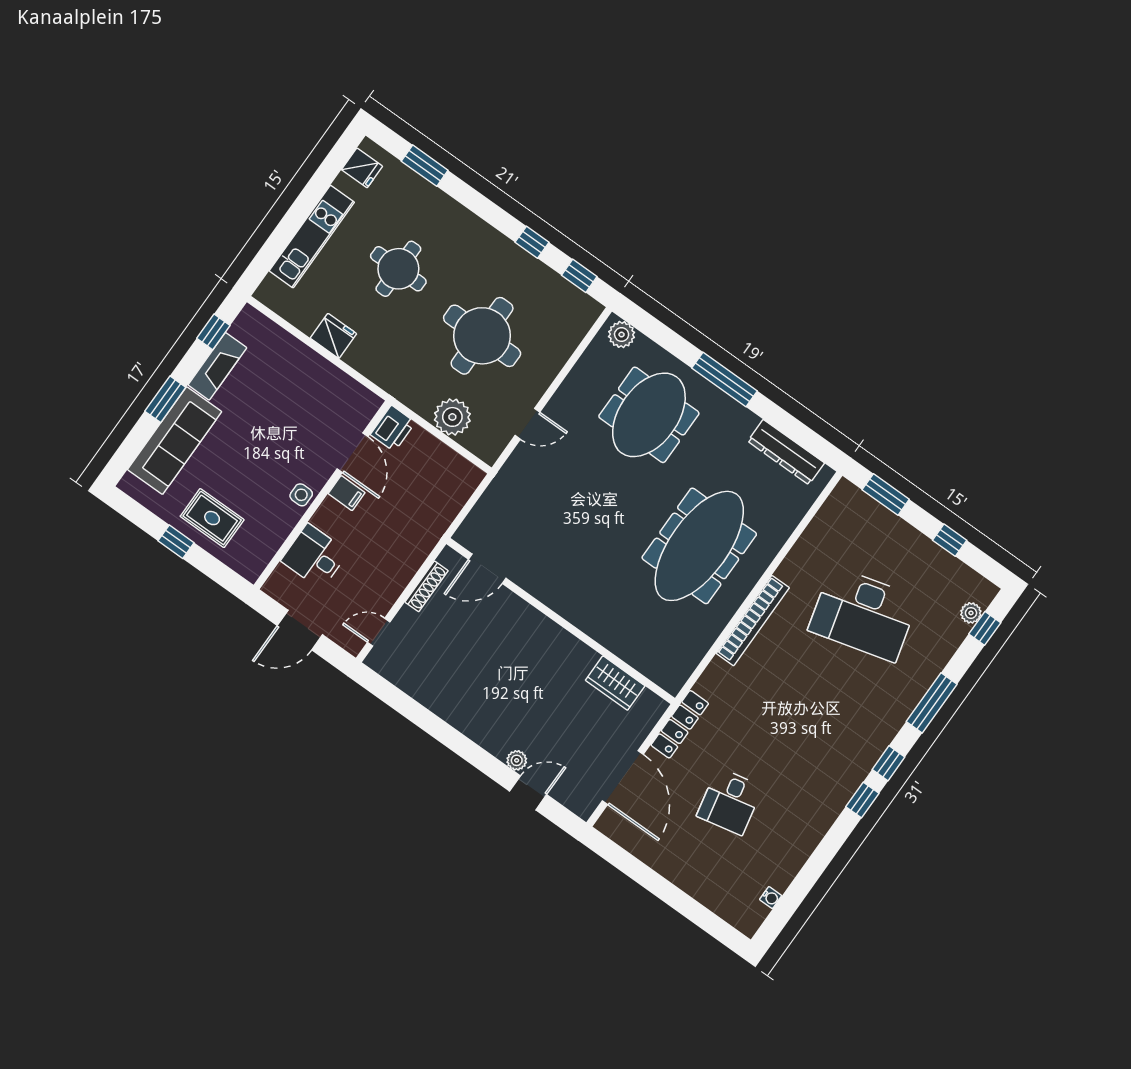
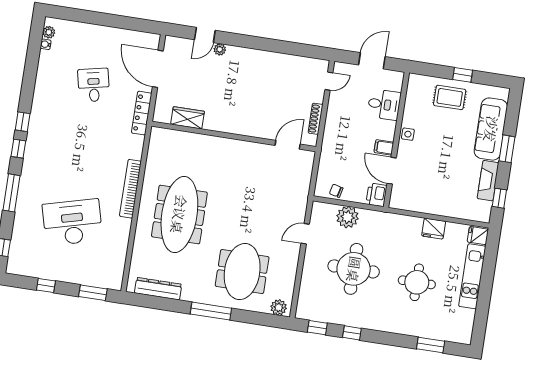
fridge: (362, 168) -> (478, 236), moved
chair: (450, 464) -> (336, 191), added
plant: (971, 613) -> (49, 32), moved

